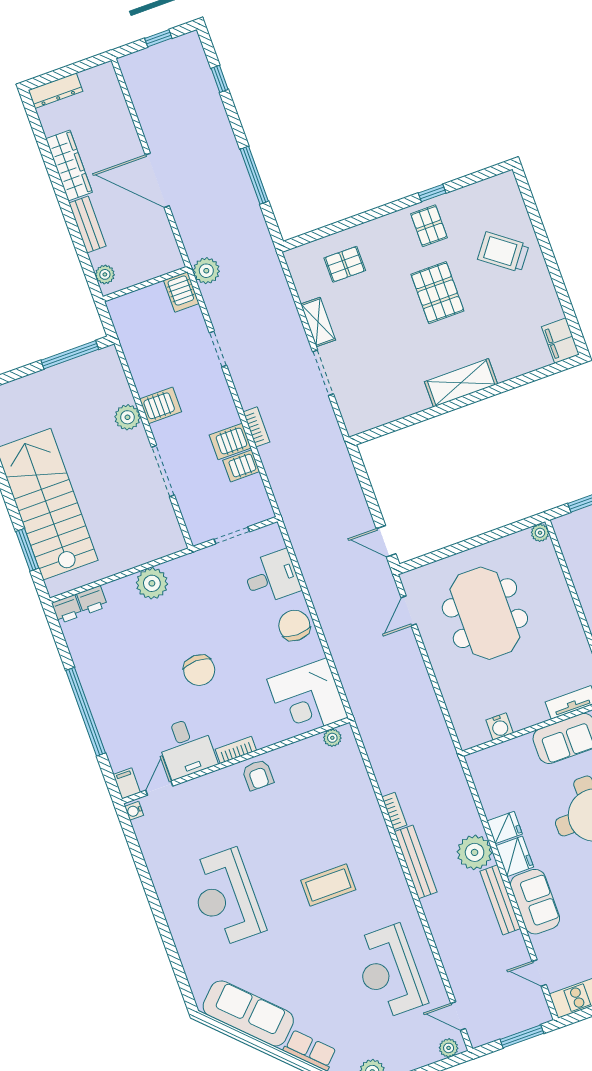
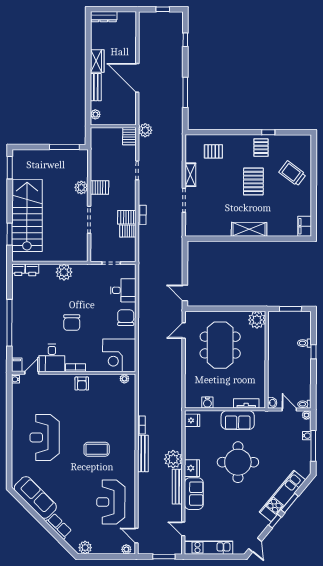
wardrobe: (69, 166) -> (97, 61), width x0.67
plant: (540, 533) -> (257, 320), width x1.87, depth x1.87
fridge: (505, 828) -> (192, 420), moved

